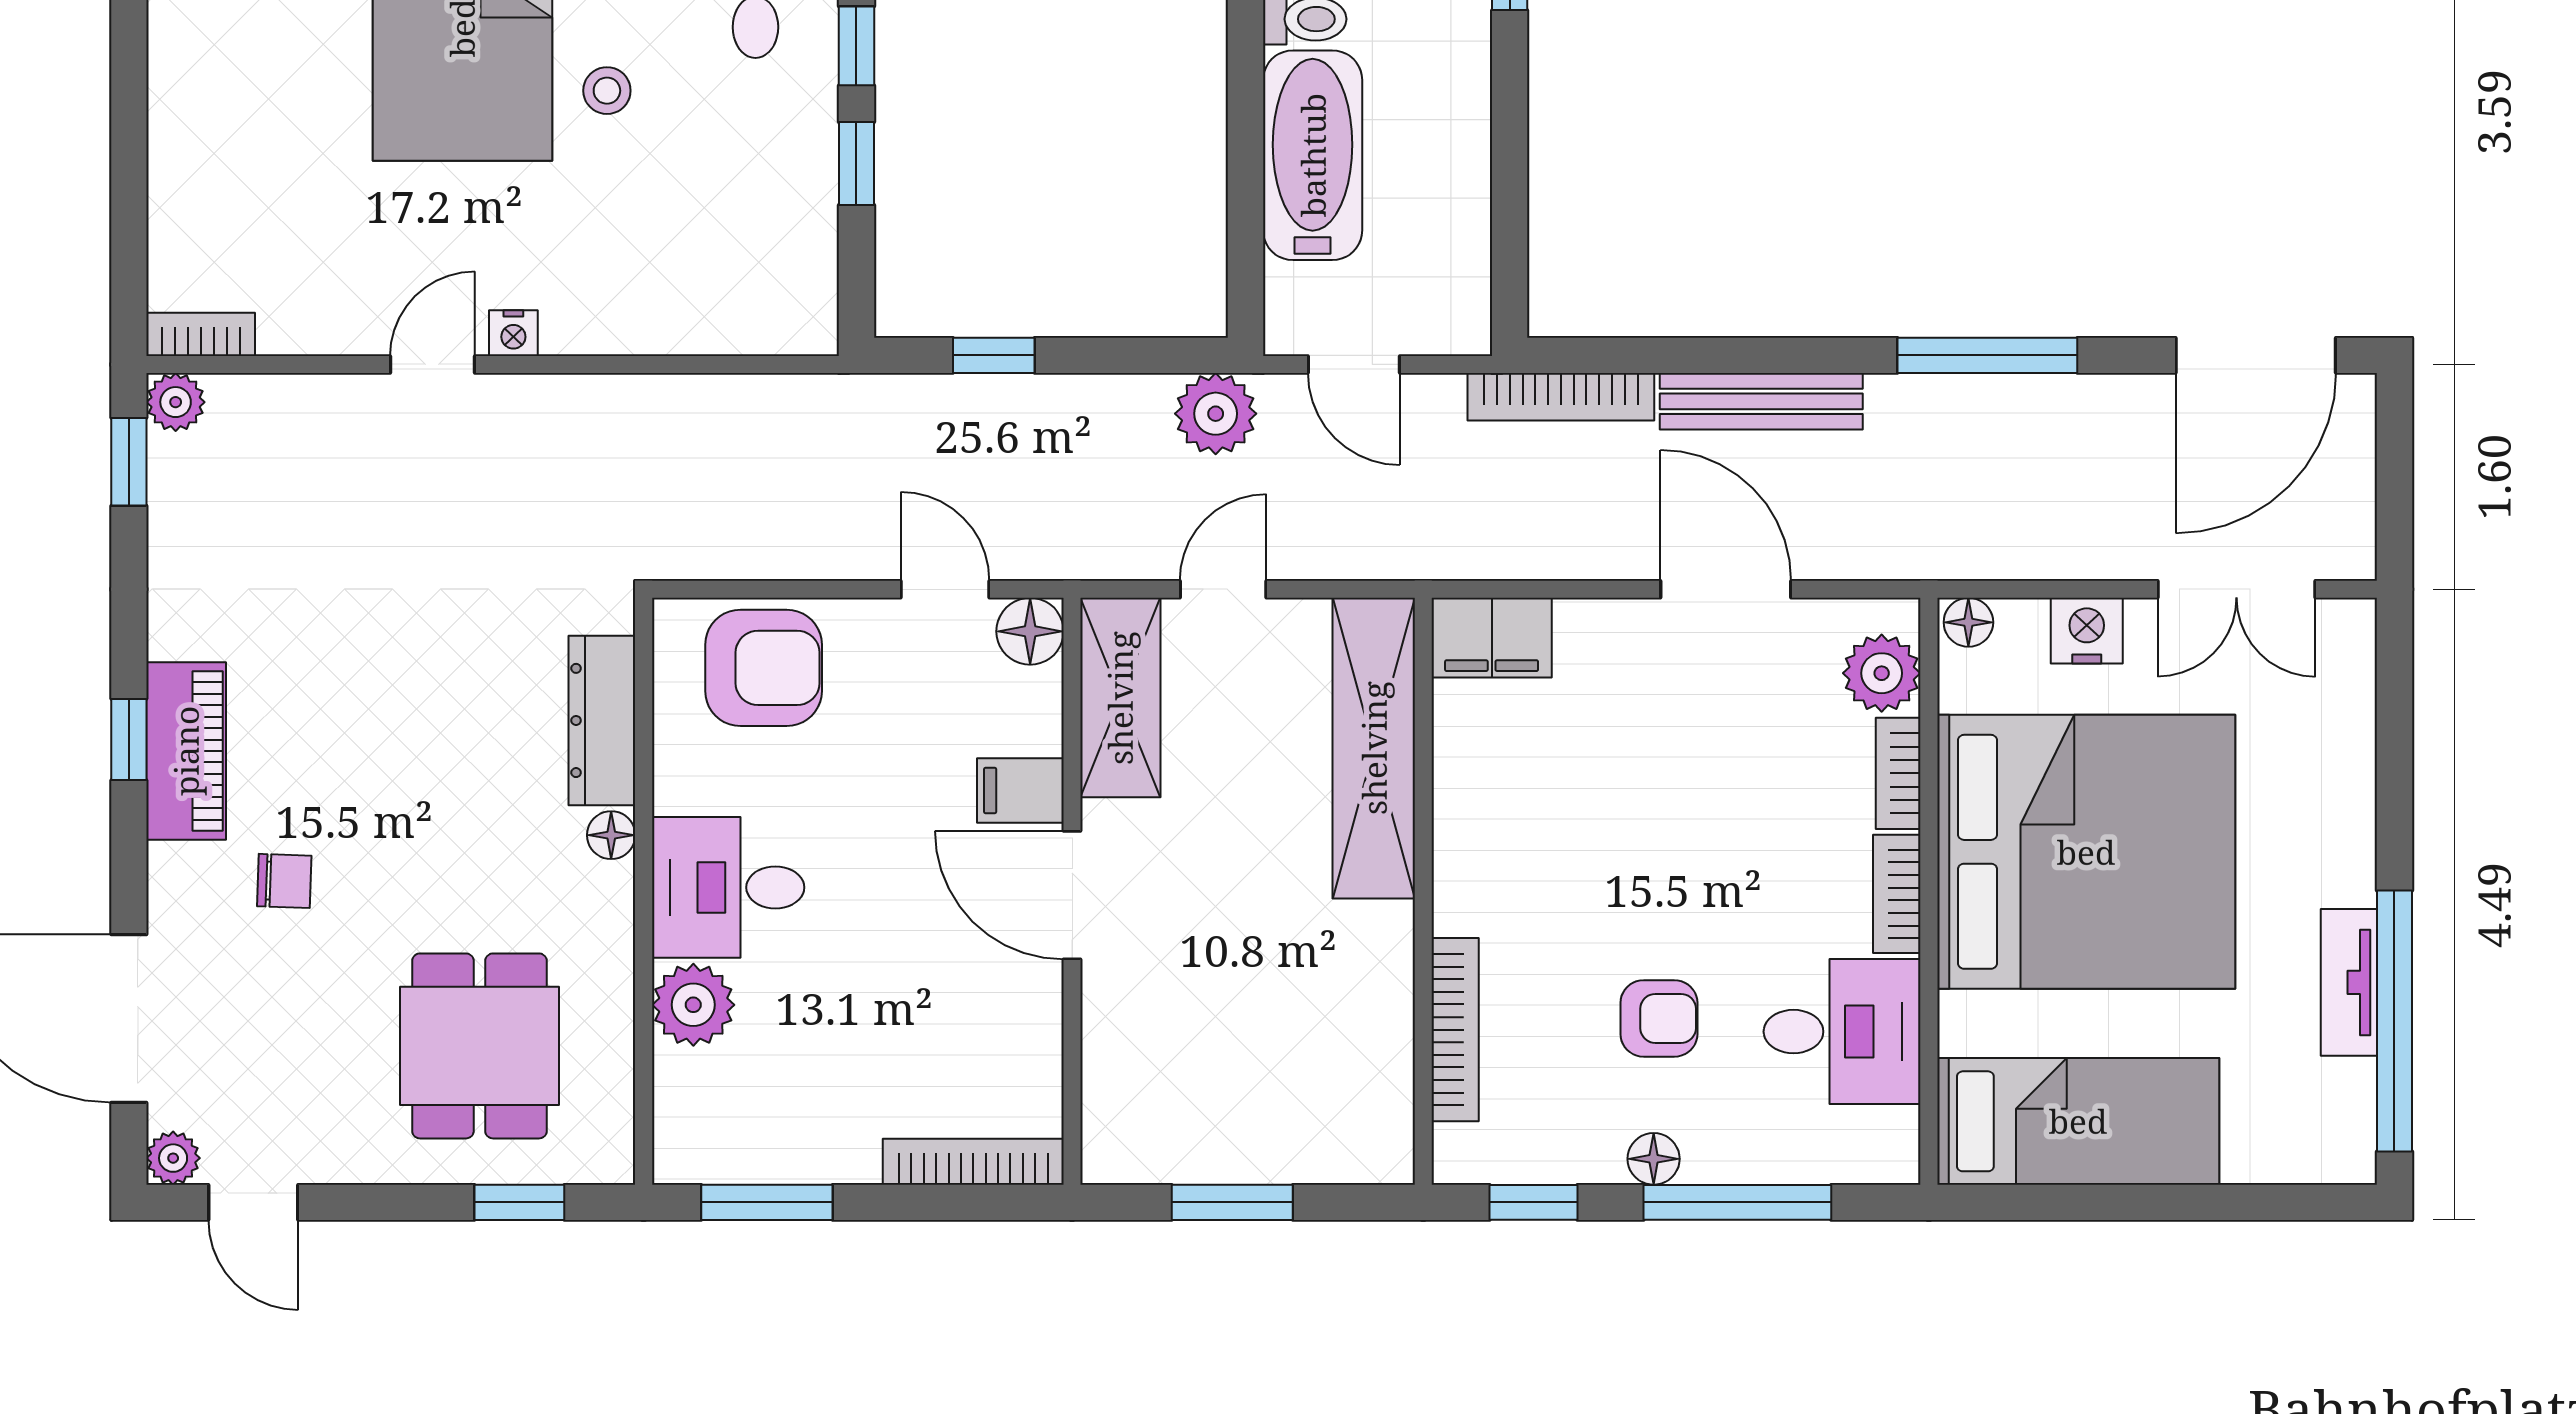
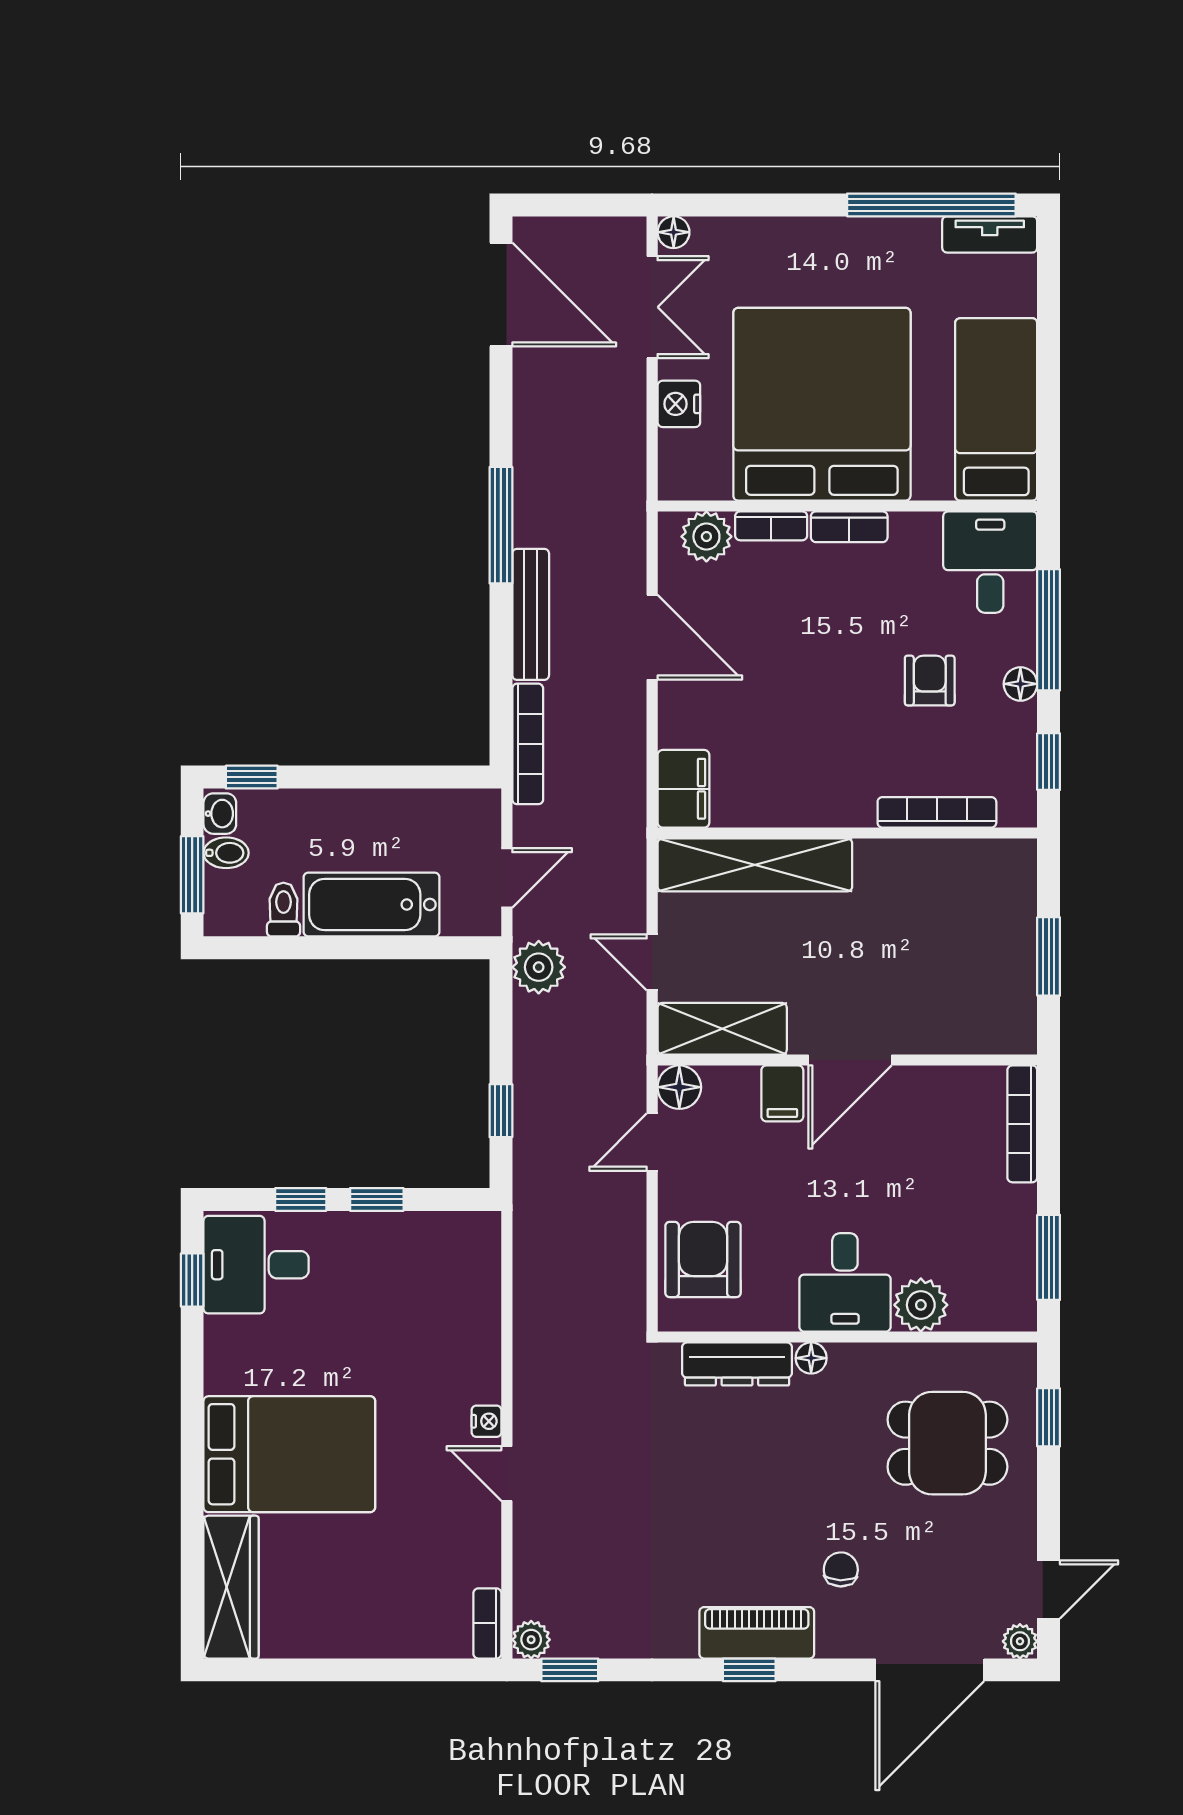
stool: (607, 91) -> (330, 1361), removed
window: (1987, 355) -> (501, 525), moved
door: (1726, 589) -> (652, 637), swing flipped
floor lamp: (1968, 622) -> (674, 232), moved
tv unit: (2349, 982) -> (990, 234), moved
desk: (1842, 1032) -> (990, 562), moved

